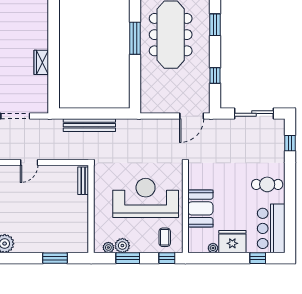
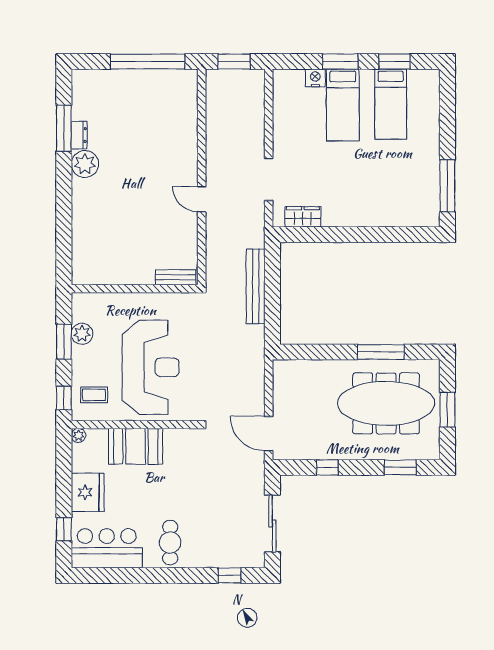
wardrobe: (41, 62) -> (303, 217), moved
plant: (108, 248) -> (79, 314), removed
plant: (213, 248) -> (78, 435), moved
window: (55, 258) -> (64, 237), removed

